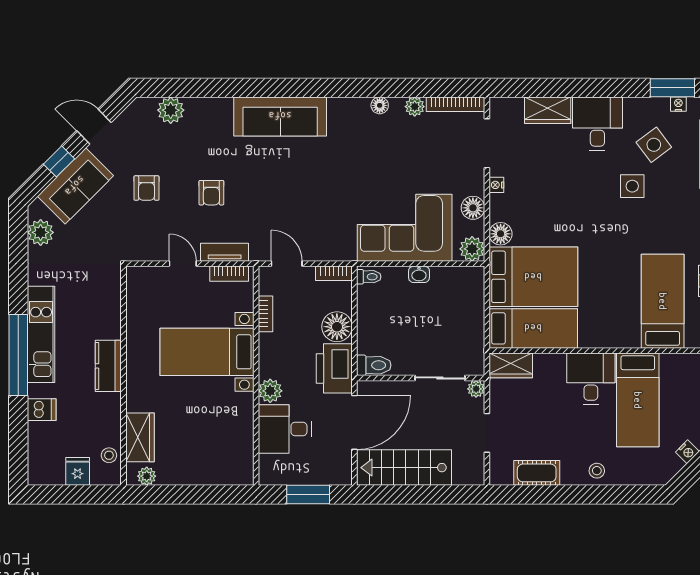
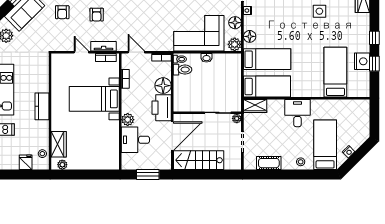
bed: (533, 277) -> (267, 59), width x0.67
toilet: (374, 365) -> (183, 70), moved
bed: (638, 400) -> (325, 145), moved, turned 180

